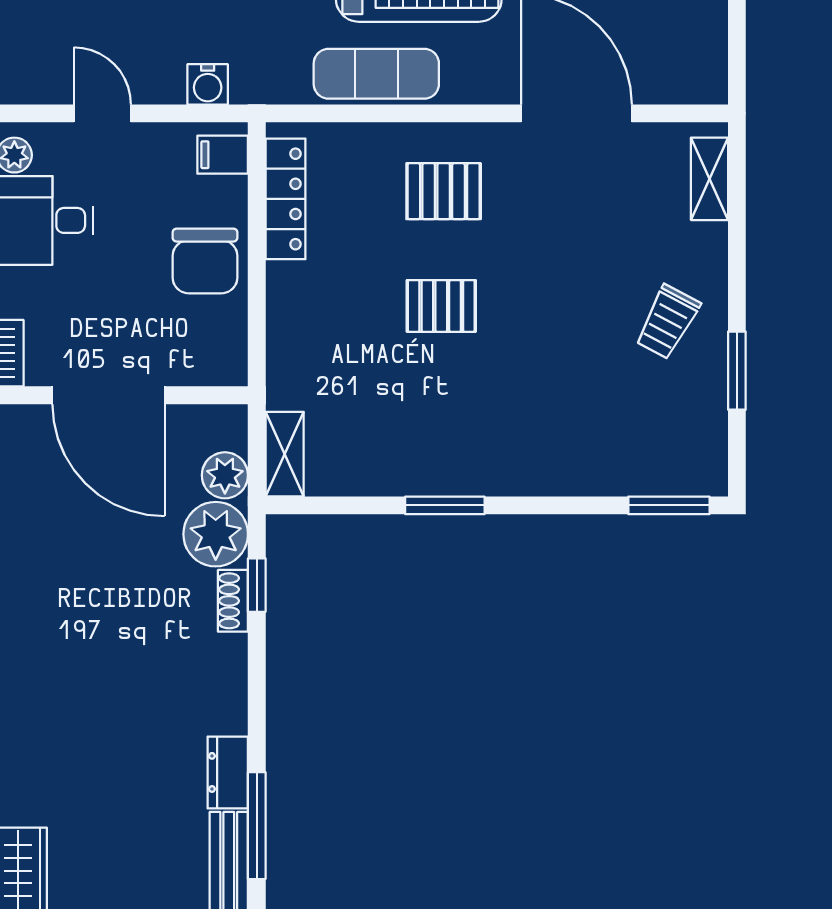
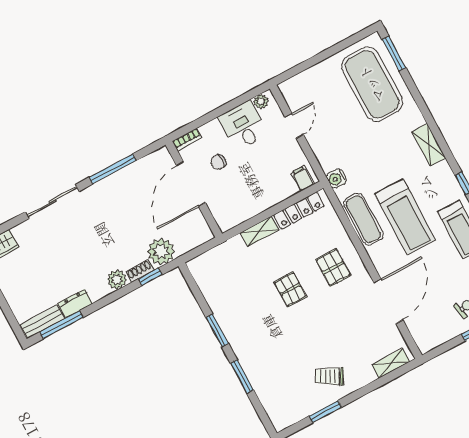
water cooler: (208, 84) -> (336, 179), moved
chair: (205, 261) -> (218, 162), moved, width x0.54, depth x0.54
shelving: (285, 454) -> (259, 231), moved
plant: (225, 475) -> (117, 280), moved
window: (669, 505) -> (242, 377), moved

